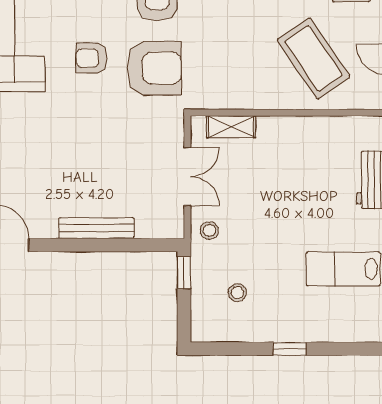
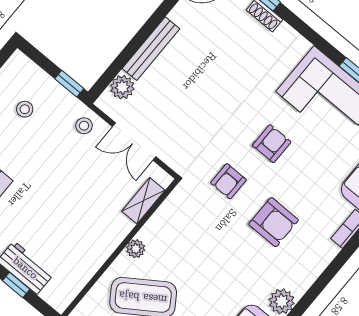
armchair: (154, 68) -> (228, 181), width x0.53, depth x0.53
plant: (277, 99) -> (136, 249), added
plant: (149, 225) -> (122, 87), added

